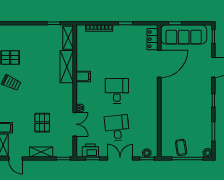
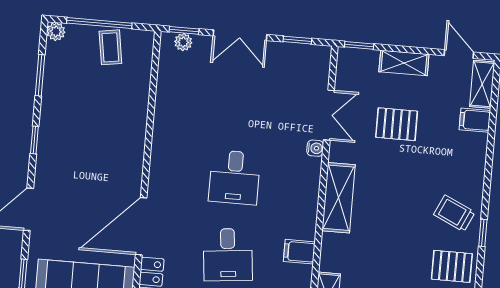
shelving: (67, 67) -> (339, 198), moved
filing cabinet: (83, 76) -> (299, 252), moved
pallet: (42, 123) -> (397, 124), turned 90
double door: (75, 124) -> (329, 115), swing flipped
desk: (117, 128) -> (228, 255), moved
printer: (90, 151) -> (301, 57), removed

